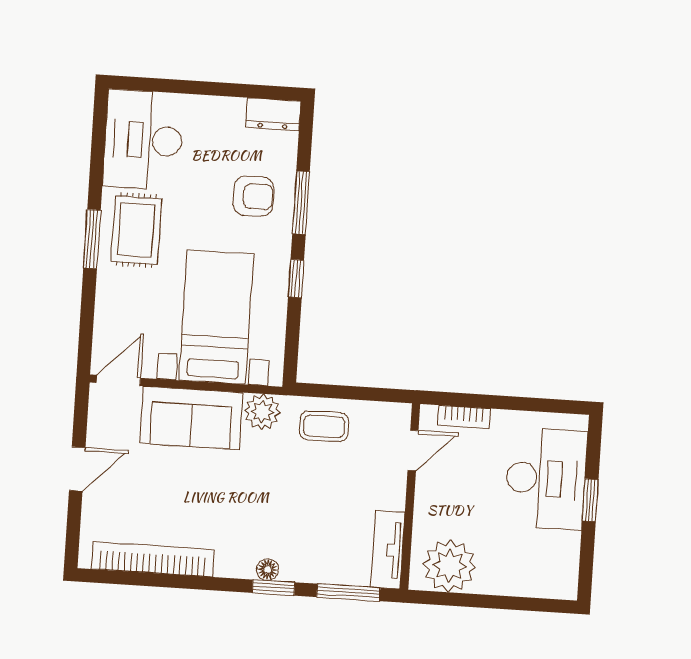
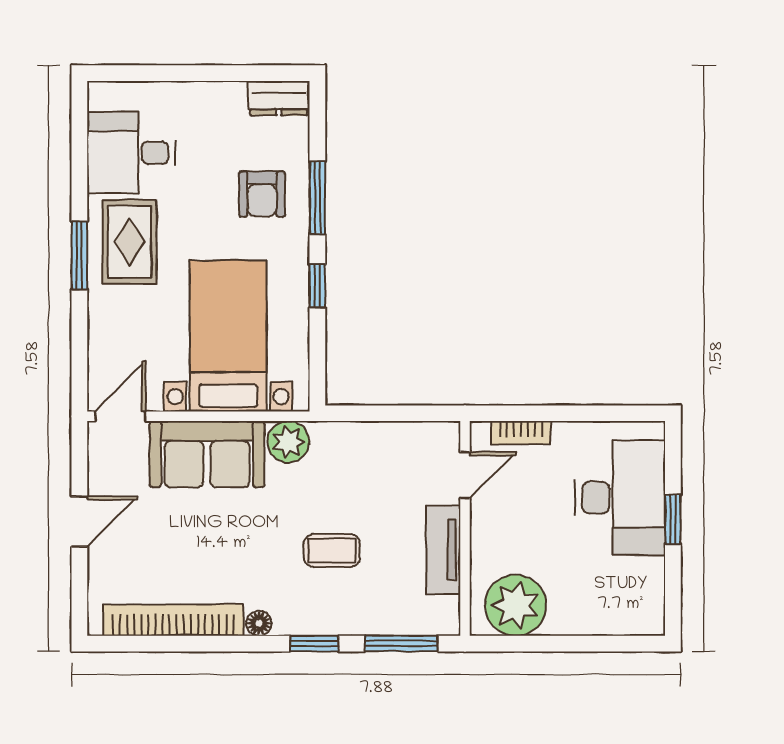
desk: (143, 140) -> (131, 153), width x0.73
armchair: (253, 196) -> (262, 194), turned 90
coffee table: (324, 426) -> (332, 551), moved
tv unit: (388, 550) -> (443, 550), moved
floor lamp: (268, 570) -> (259, 623), moved

